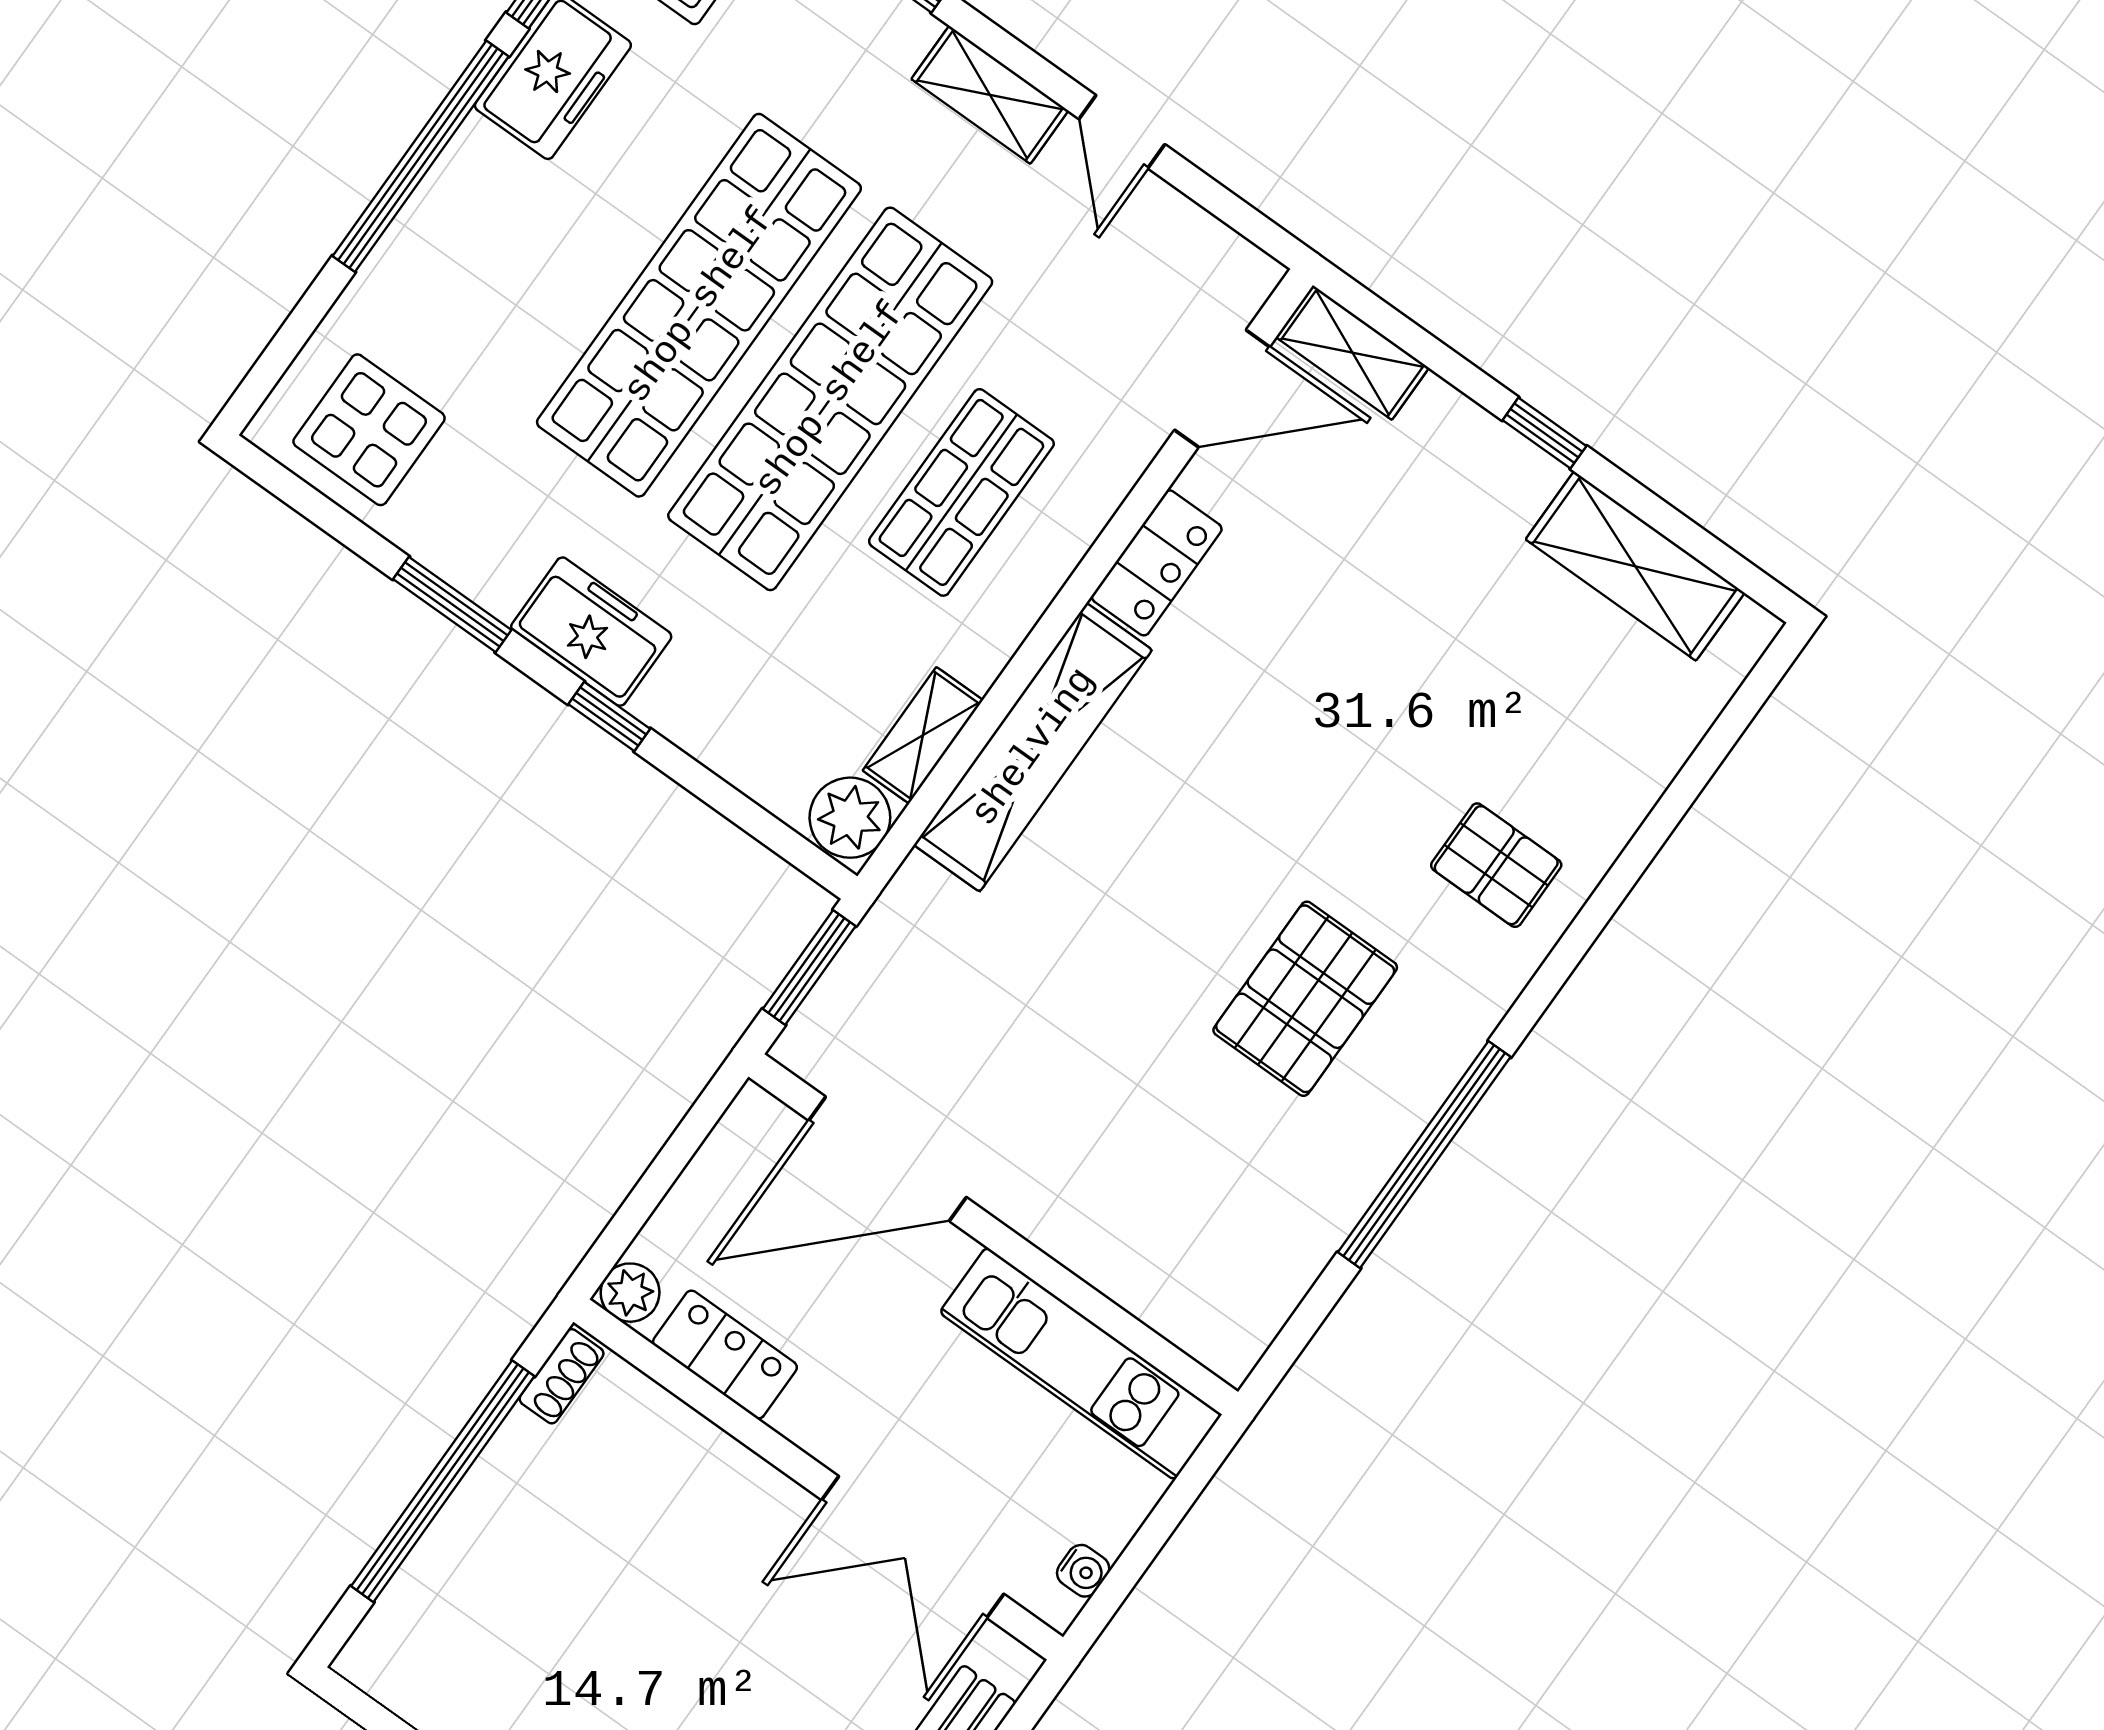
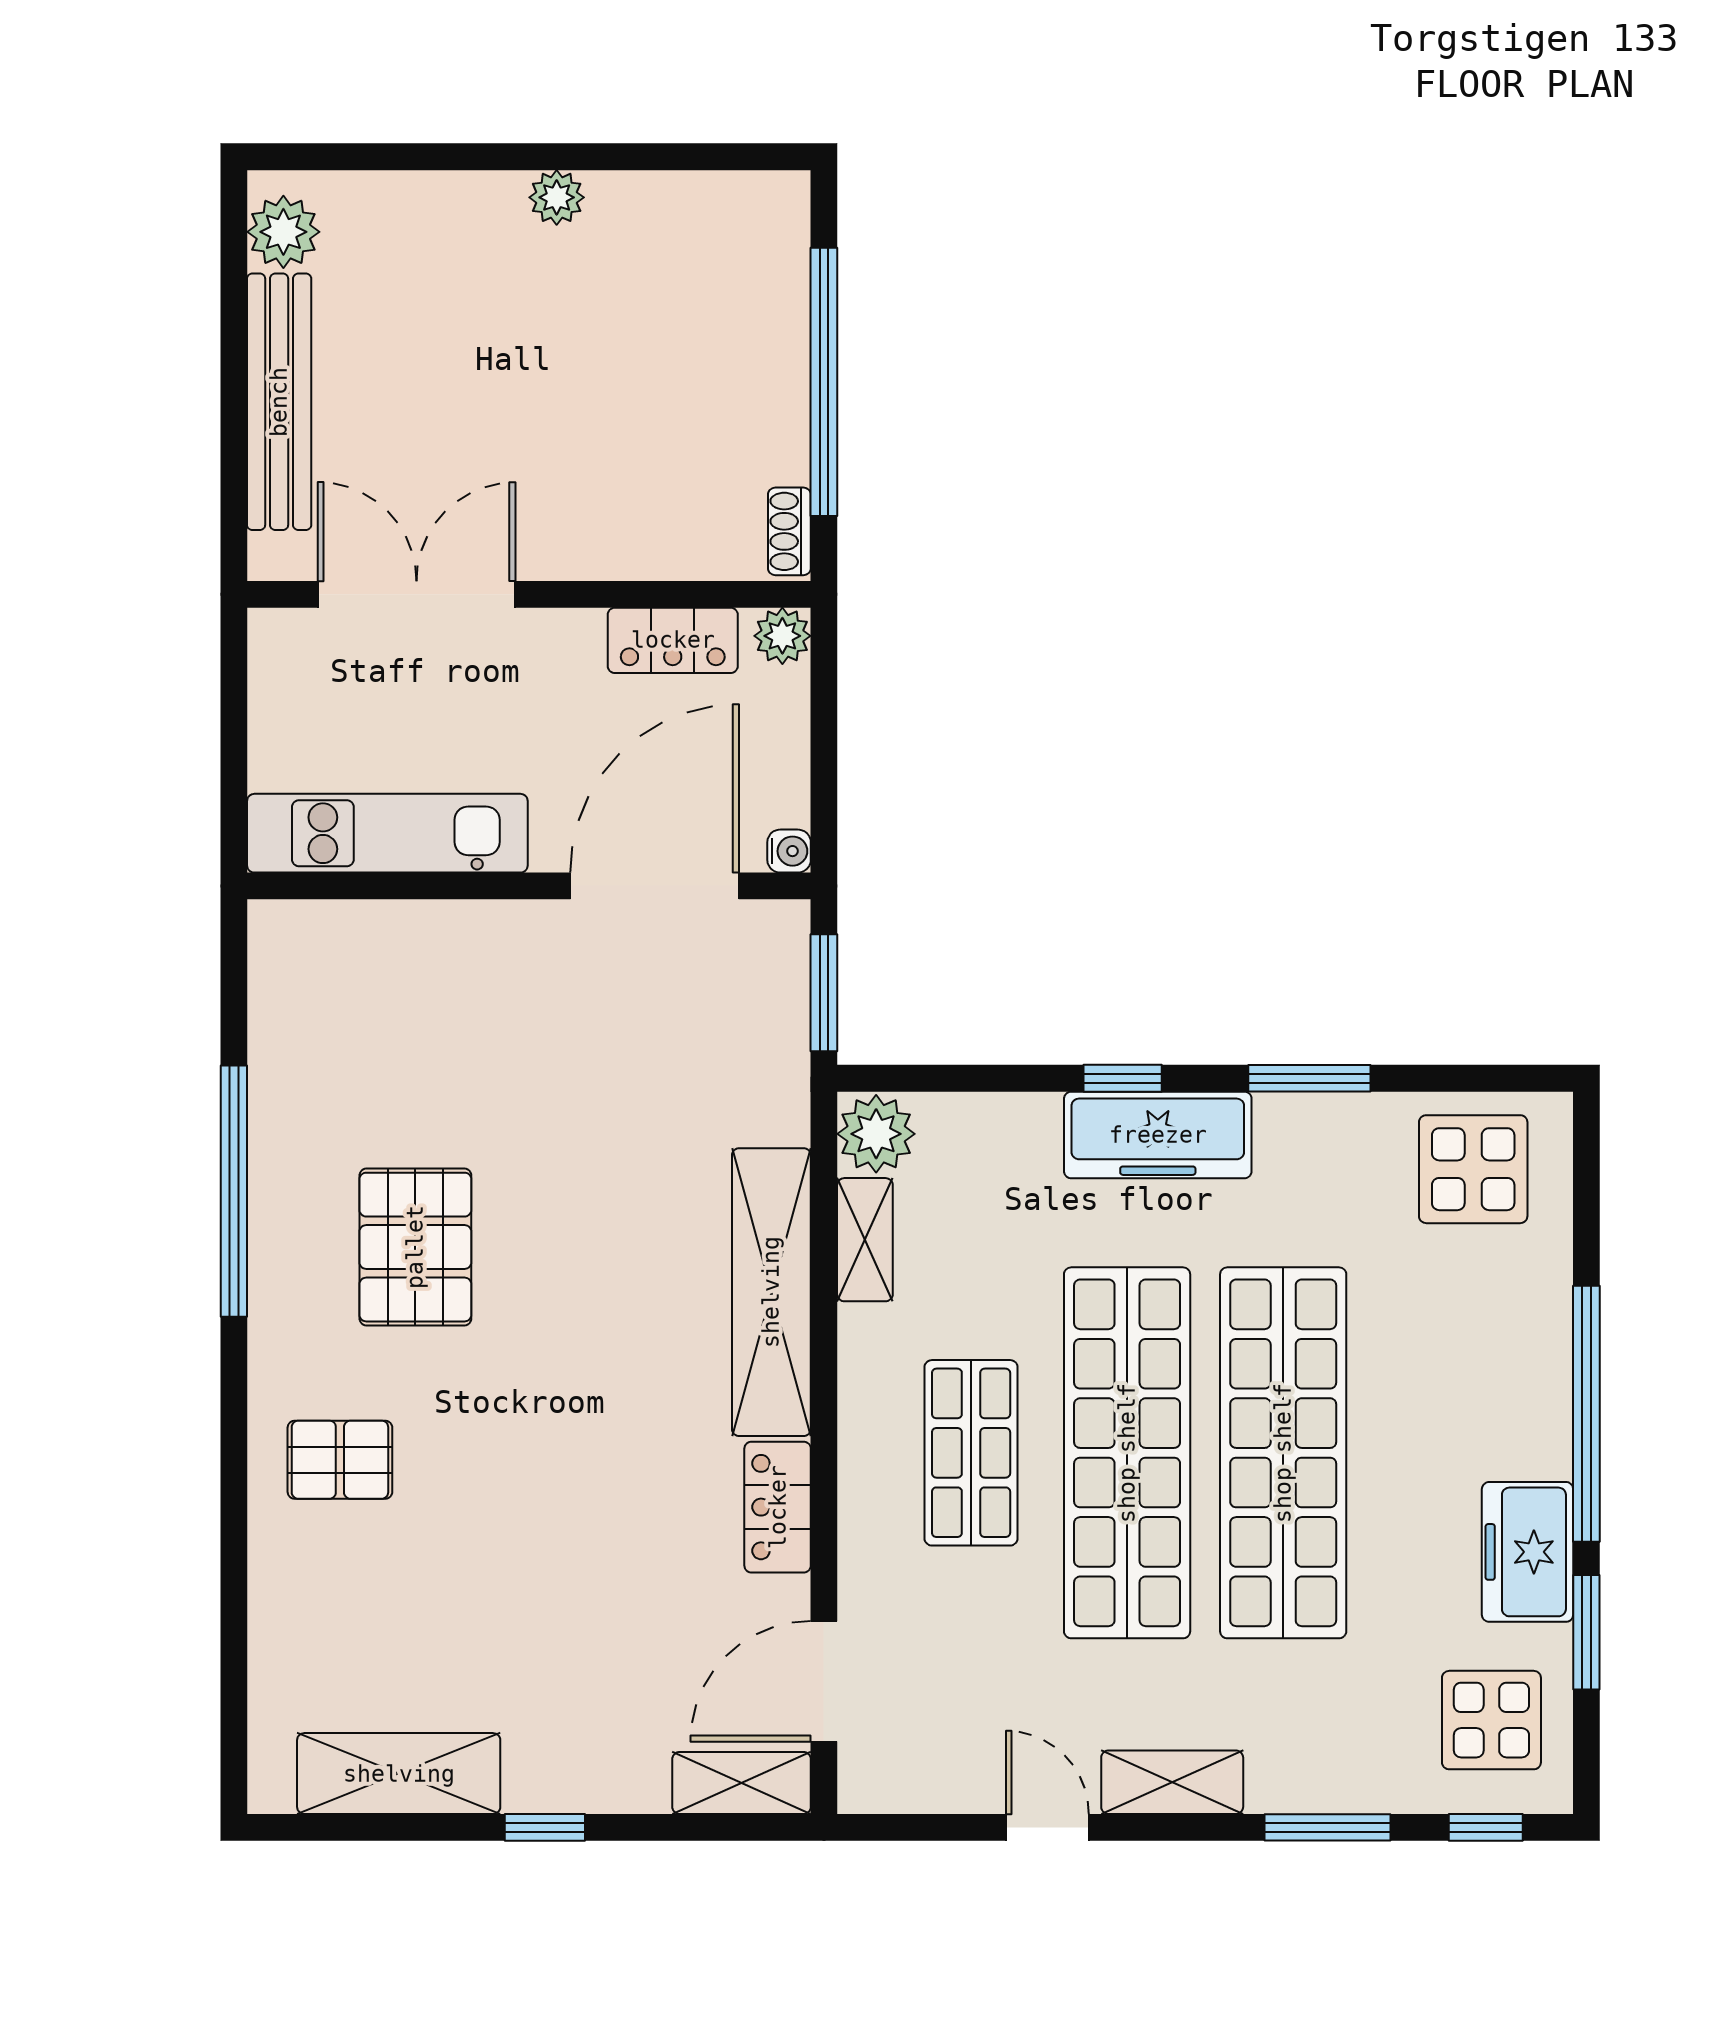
freezer: (591, 632) -> (1158, 1135), width x1.40
water cooler: (1083, 1571) -> (789, 851), moved, turned 180

